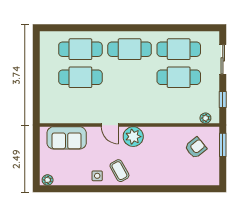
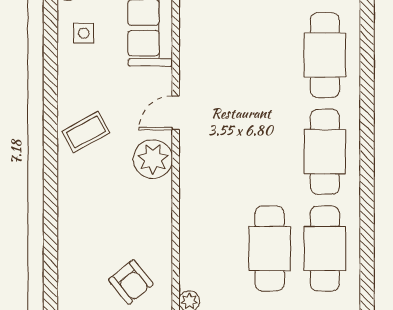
cafe table: (80, 77) -> (270, 55), removed
side table: (97, 176) -> (84, 33), moved

